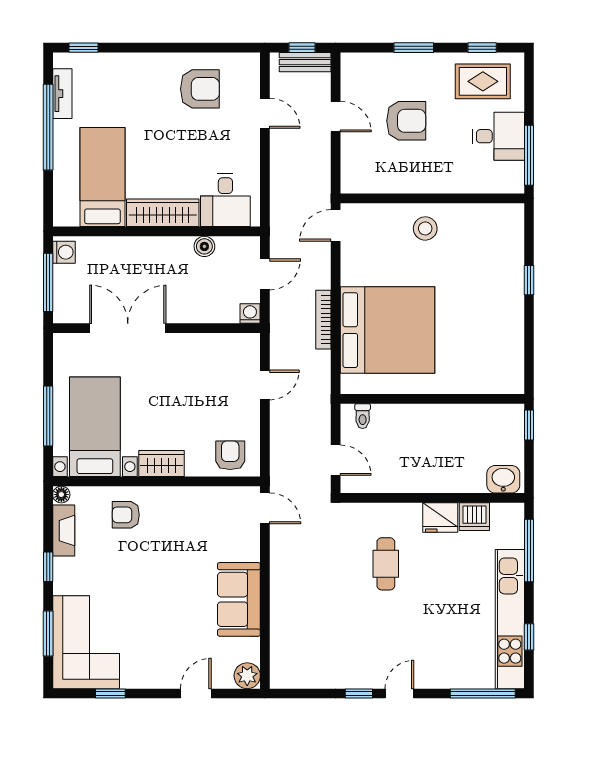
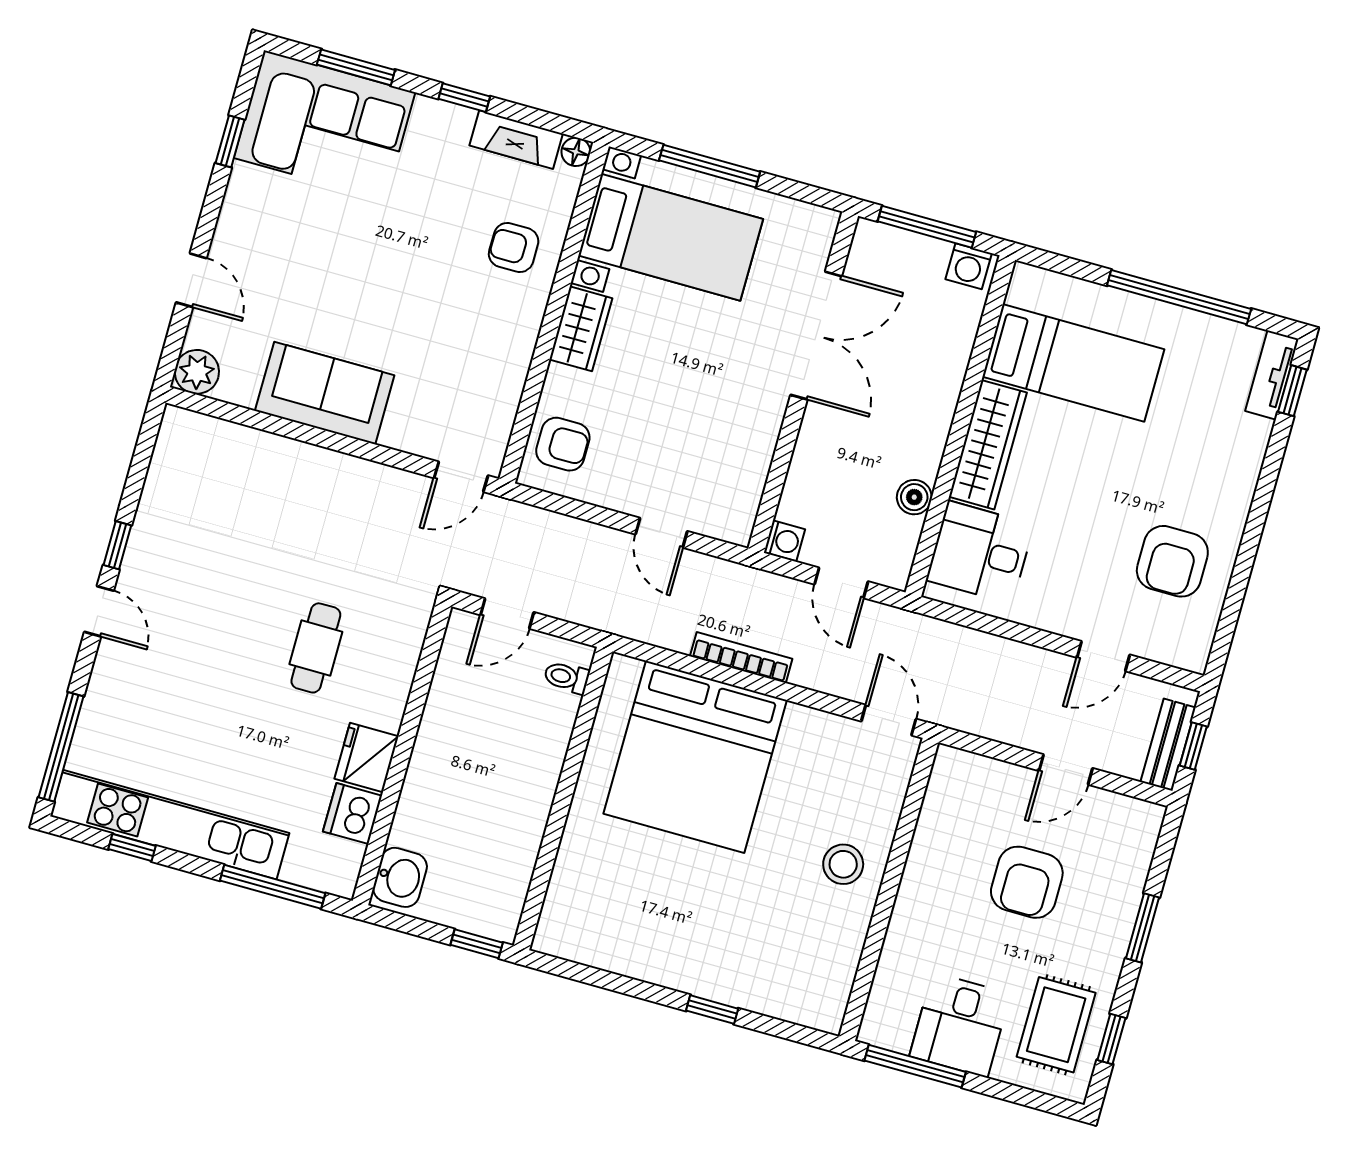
tv unit: (62, 94) -> (1272, 375), moved, turned 90
armchair: (126, 515) -> (514, 248), turned -90
cafe table: (386, 564) -> (316, 648), turned 90

